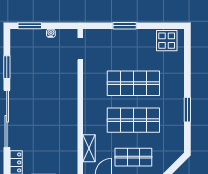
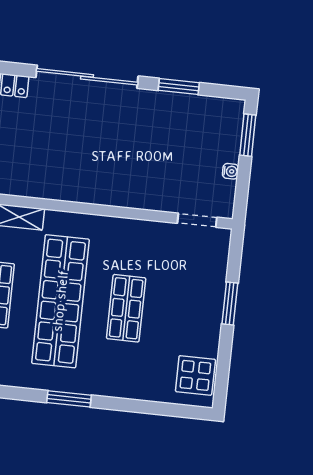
shop shelf: (133, 83) -> (126, 308), width x0.70, depth x0.74
shop shelf: (133, 120) -> (60, 301), width x1.40

